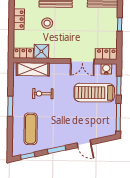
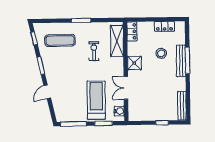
shower: (41, 51) -> (134, 63), moved
locker: (106, 54) -> (133, 111), removed

